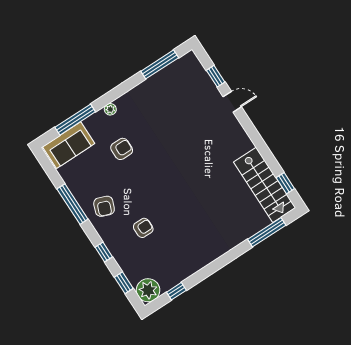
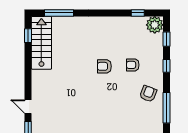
armchair: (122, 149) -> (104, 66), moved

